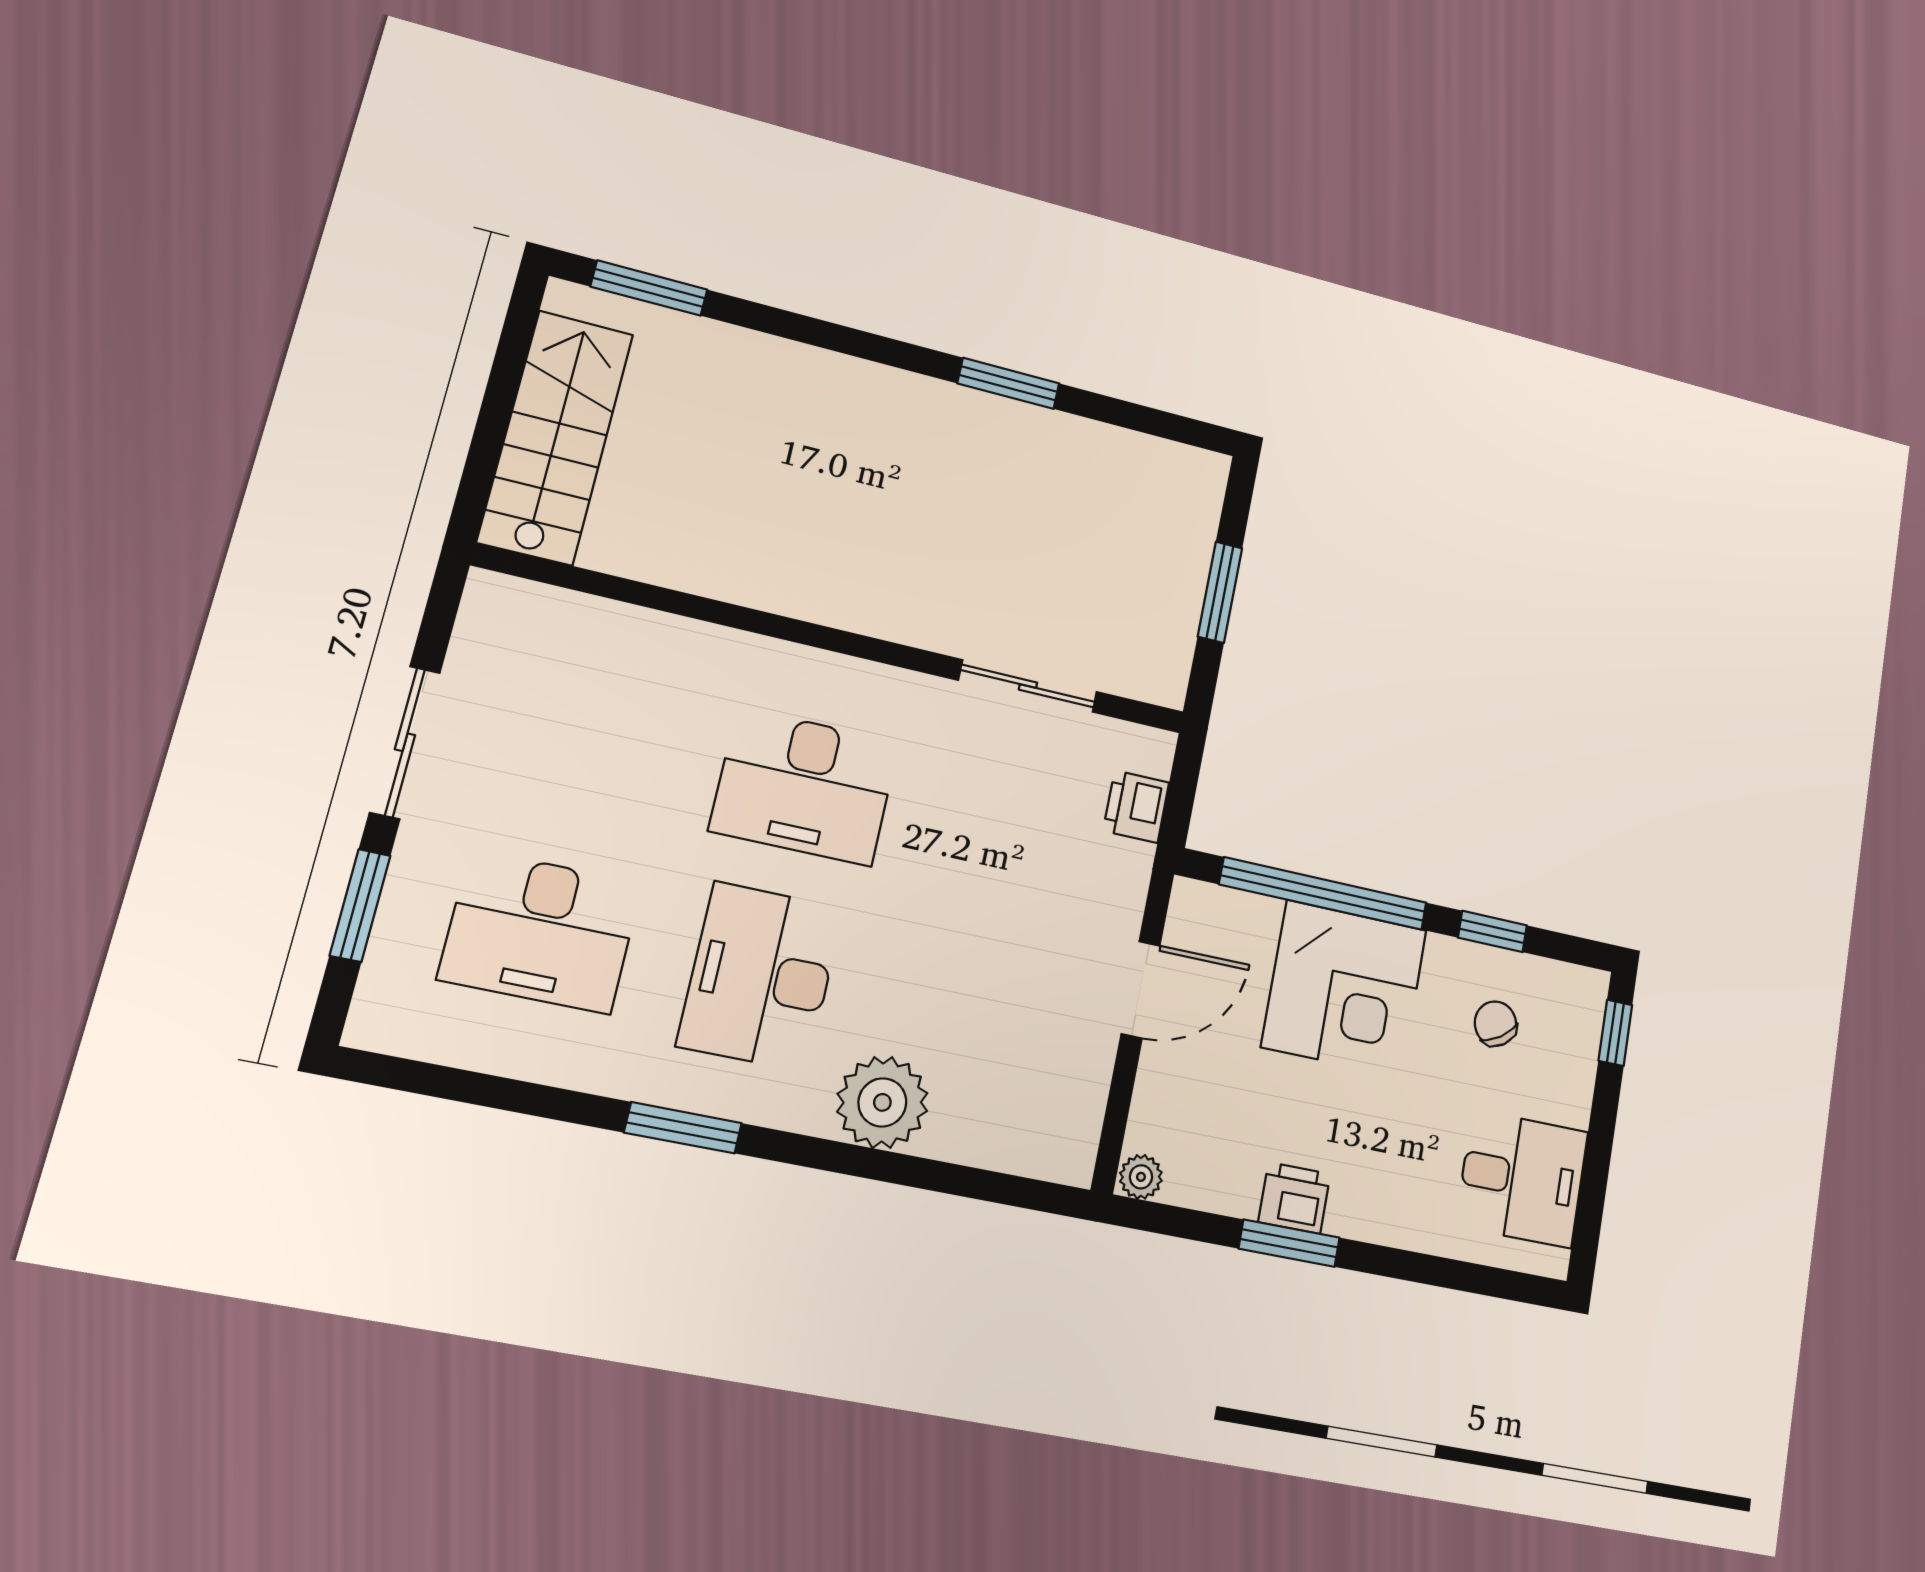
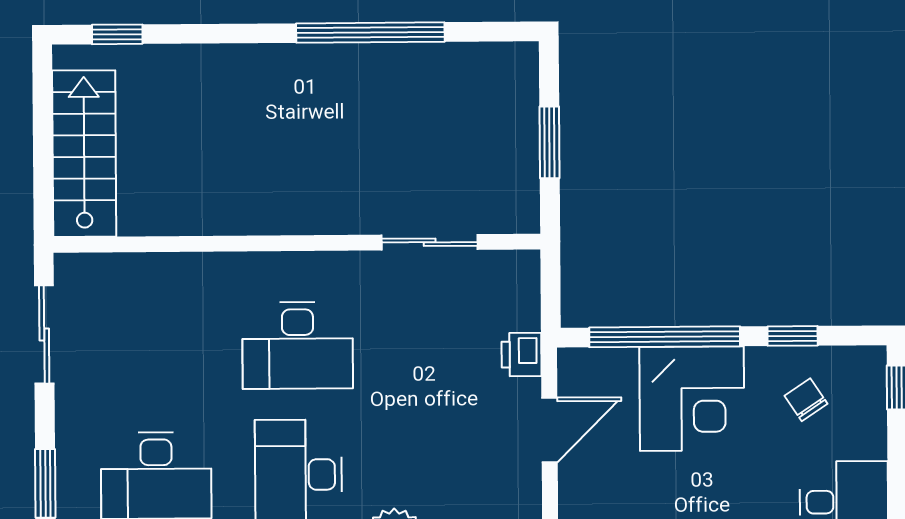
window: (649, 288) -> (117, 34), width x0.67
window: (1008, 383) -> (370, 33), width x2.11
sliding door: (405, 742) -> (44, 335), moved
printer: (1136, 807) -> (521, 355), moved

